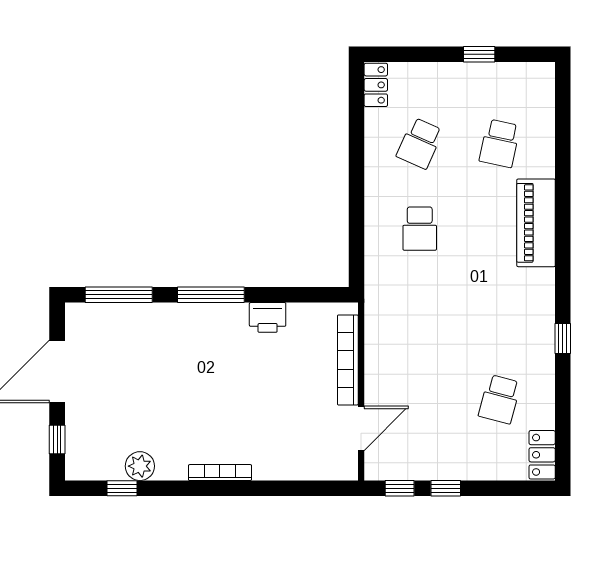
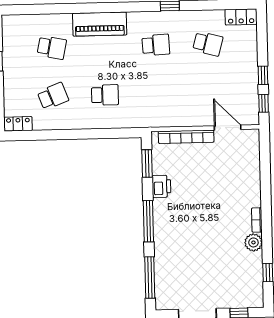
school desk: (420, 143) -> (53, 96), turned -45
window: (306, 295) -> (147, 163), added
school desk: (500, 314) -> (156, 45), added
plant: (140, 466) -> (253, 242), moved
bookcase: (220, 473) -> (257, 220), width x0.64

